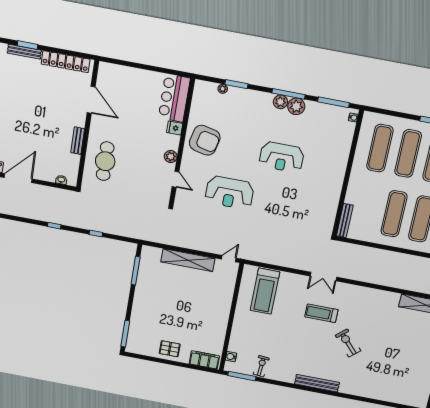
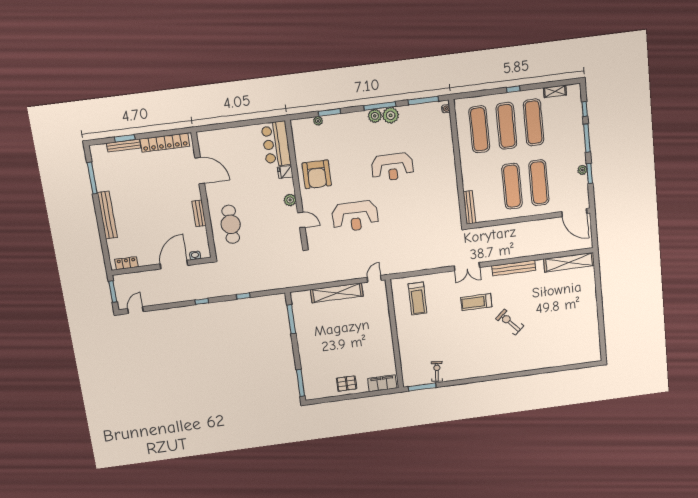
armchair: (205, 140) -> (317, 174), turned 77
door: (18, 178) -> (174, 265), moved
treadmill: (265, 291) -> (417, 299), width x0.73, depth x0.73
water cooler: (231, 357) -> (406, 372), removed
bench: (317, 383) -> (514, 268), moved

